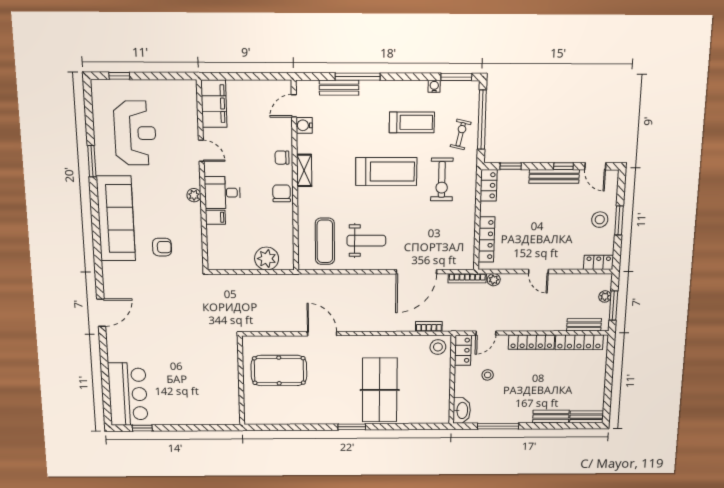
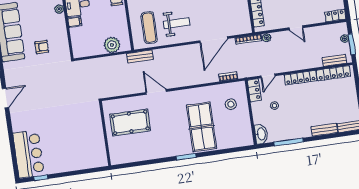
bench: (306, 281) -> (140, 56), added
stool: (438, 347) -> (231, 104), moved

